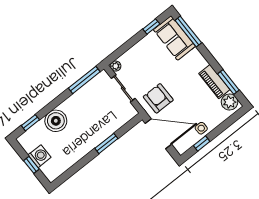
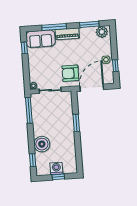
window: (188, 32) -> (54, 27), moved
piano: (214, 82) -> (67, 34), moved

